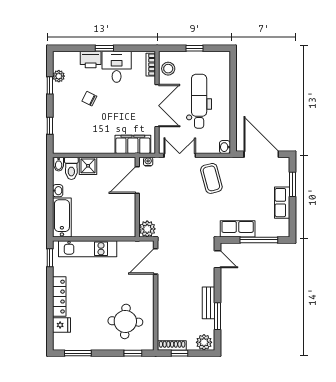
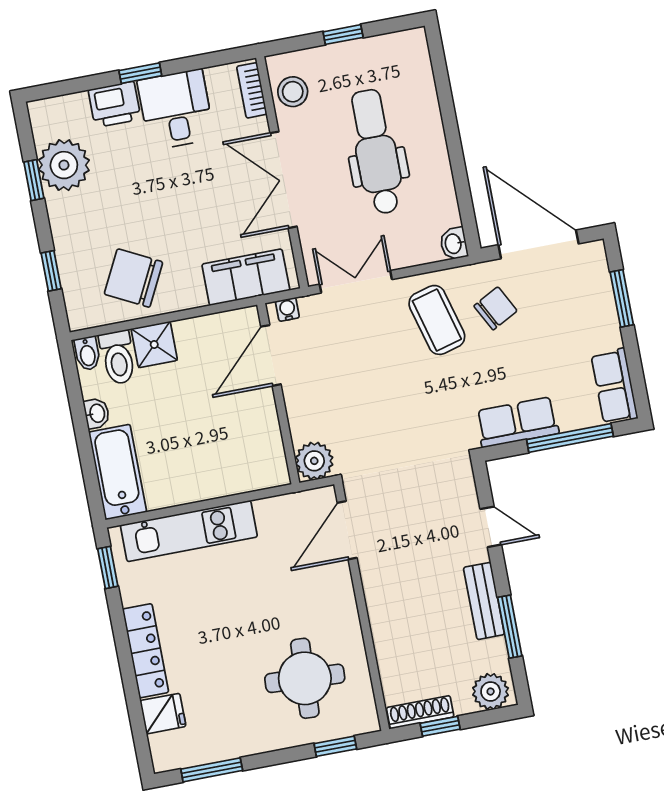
plant: (59, 76) -> (64, 165), width x1.88, depth x1.88
chair: (89, 99) -> (133, 278), moved, width x1.87, depth x1.87
double door: (157, 106) -> (284, 180), swing flipped
chair: (237, 178) -> (495, 308), added
row of seats: (282, 203) -> (614, 386), moved
door: (218, 259) -> (491, 527), moved

